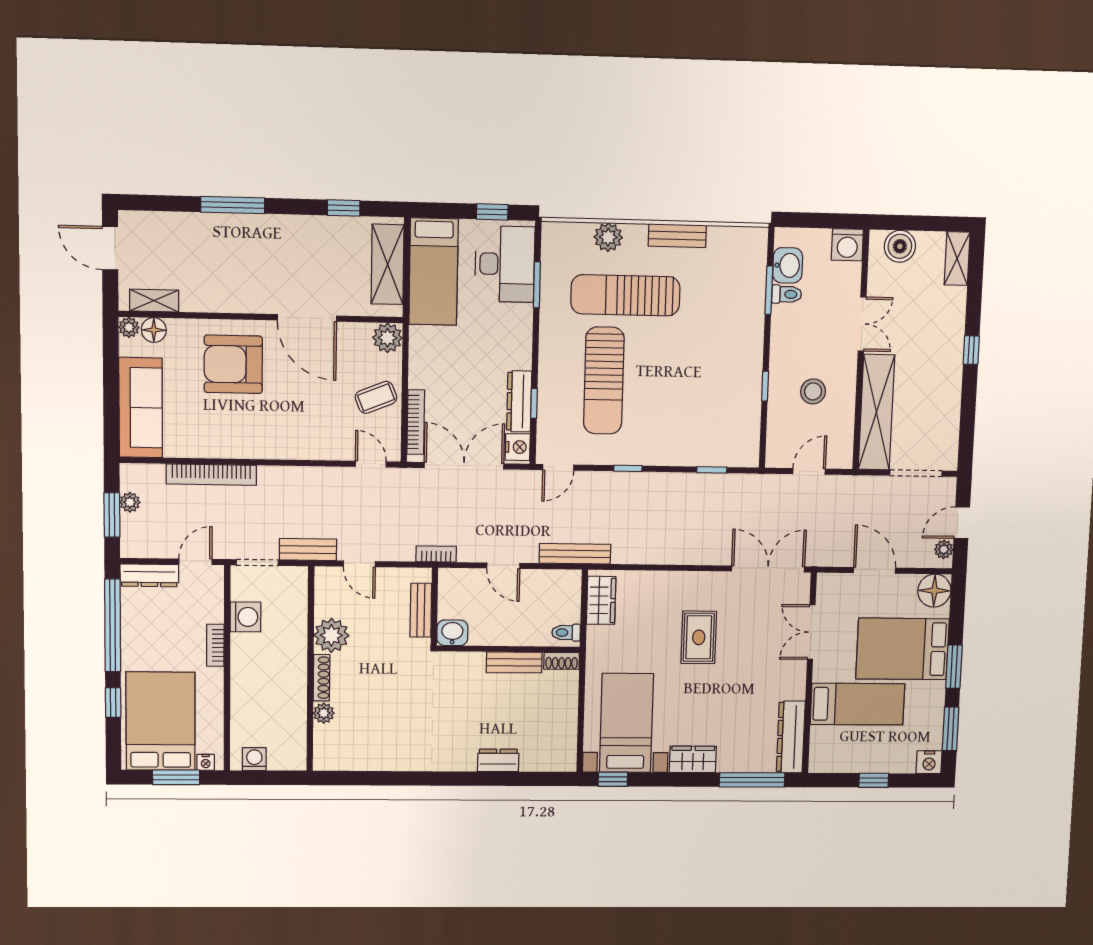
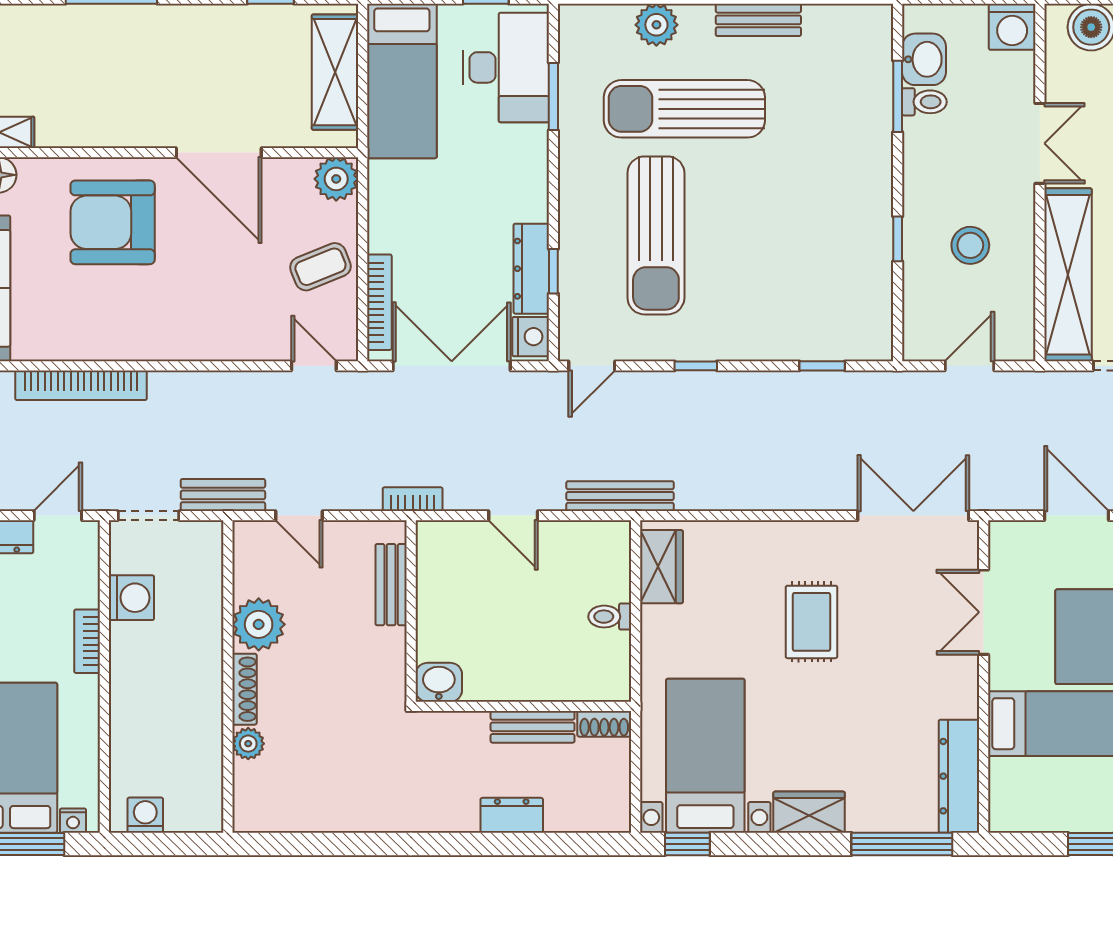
washbasin: (452, 633) -> (439, 682), moved
wall: (508, 649) -> (523, 706), moved
shoe rack: (562, 661) -> (604, 724), moved
bench: (514, 662) -> (533, 727), moved

